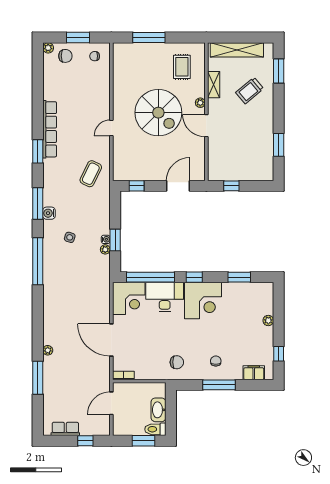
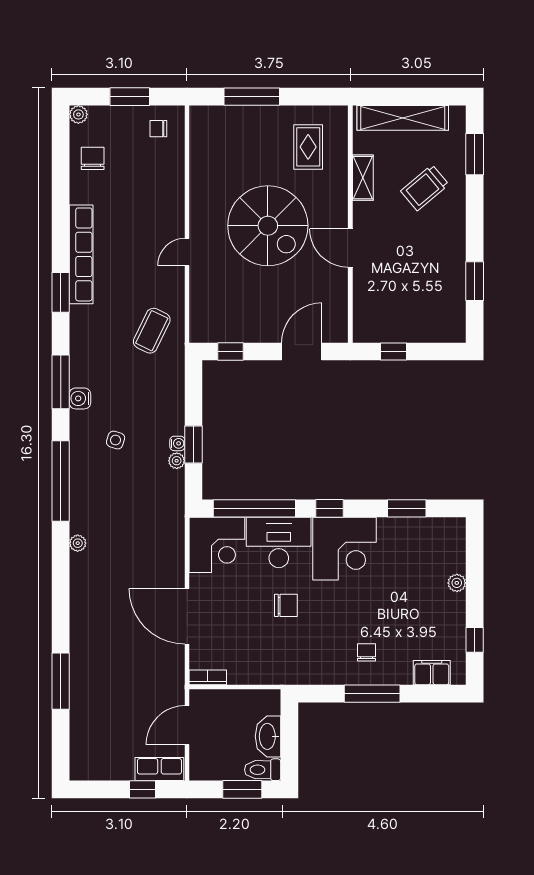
chair: (65, 56) -> (93, 158), moved, turned -90
plant: (200, 103) -> (340, 209), removed
plant: (48, 350) -> (78, 543), moved
chair: (177, 362) -> (286, 605), moved
row of seats: (65, 429) -> (159, 769), moved

